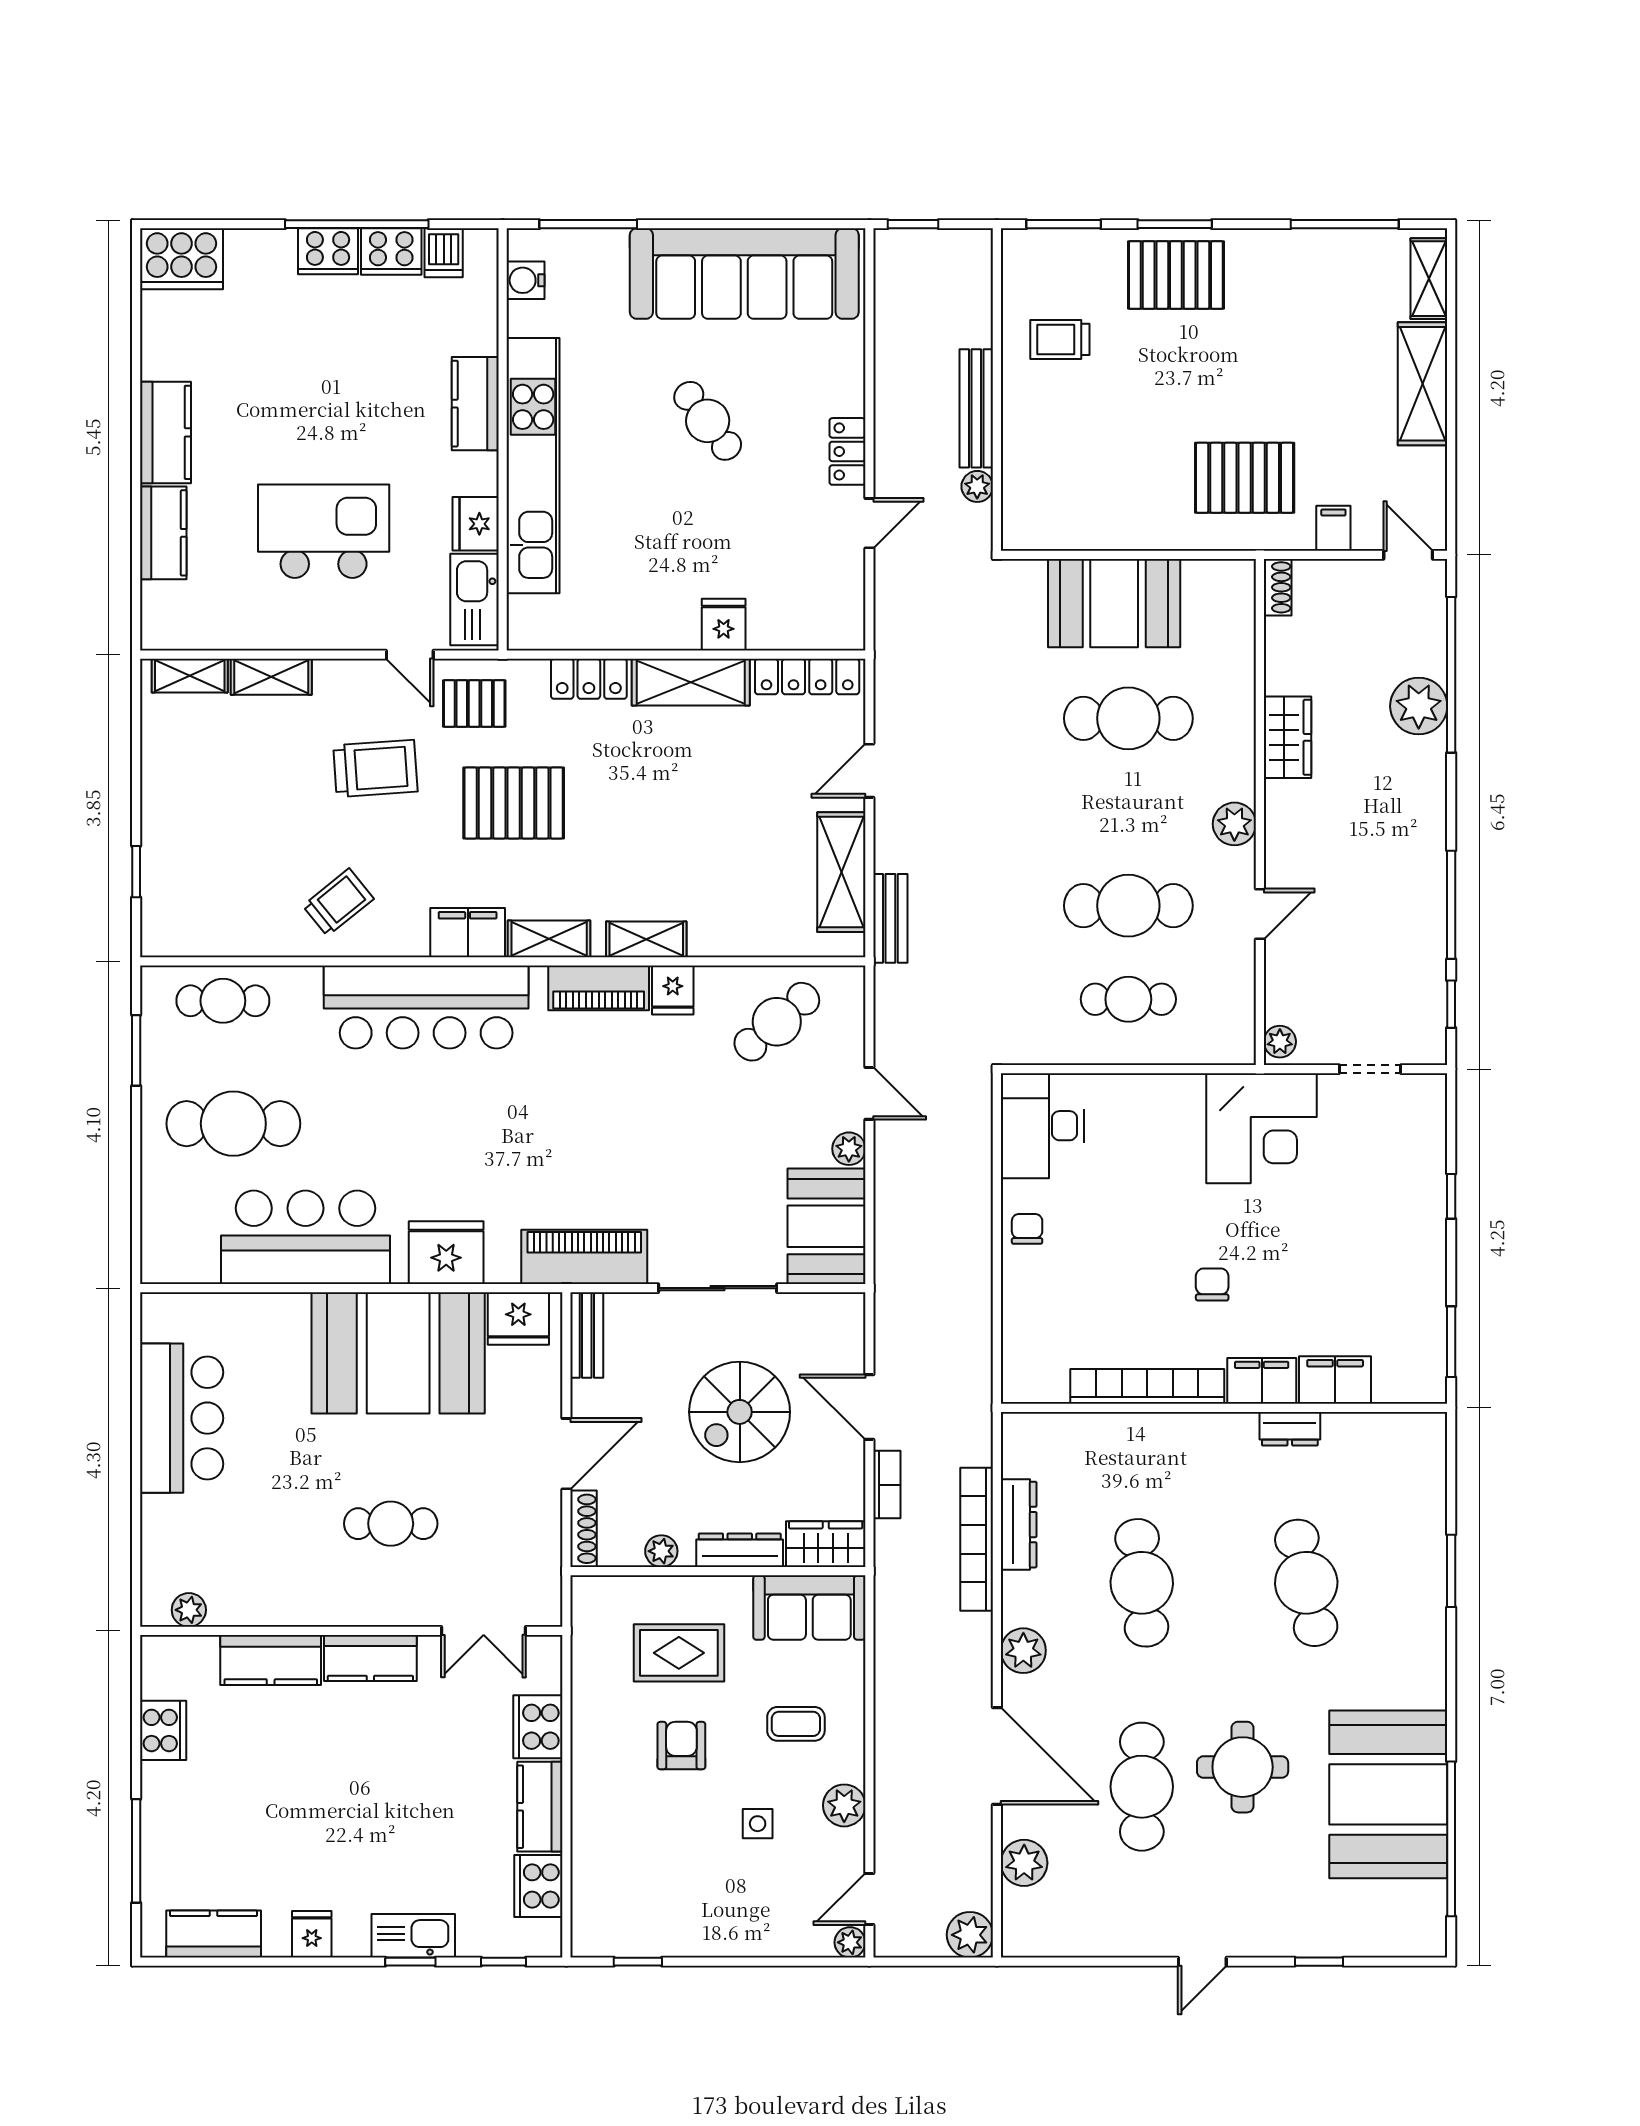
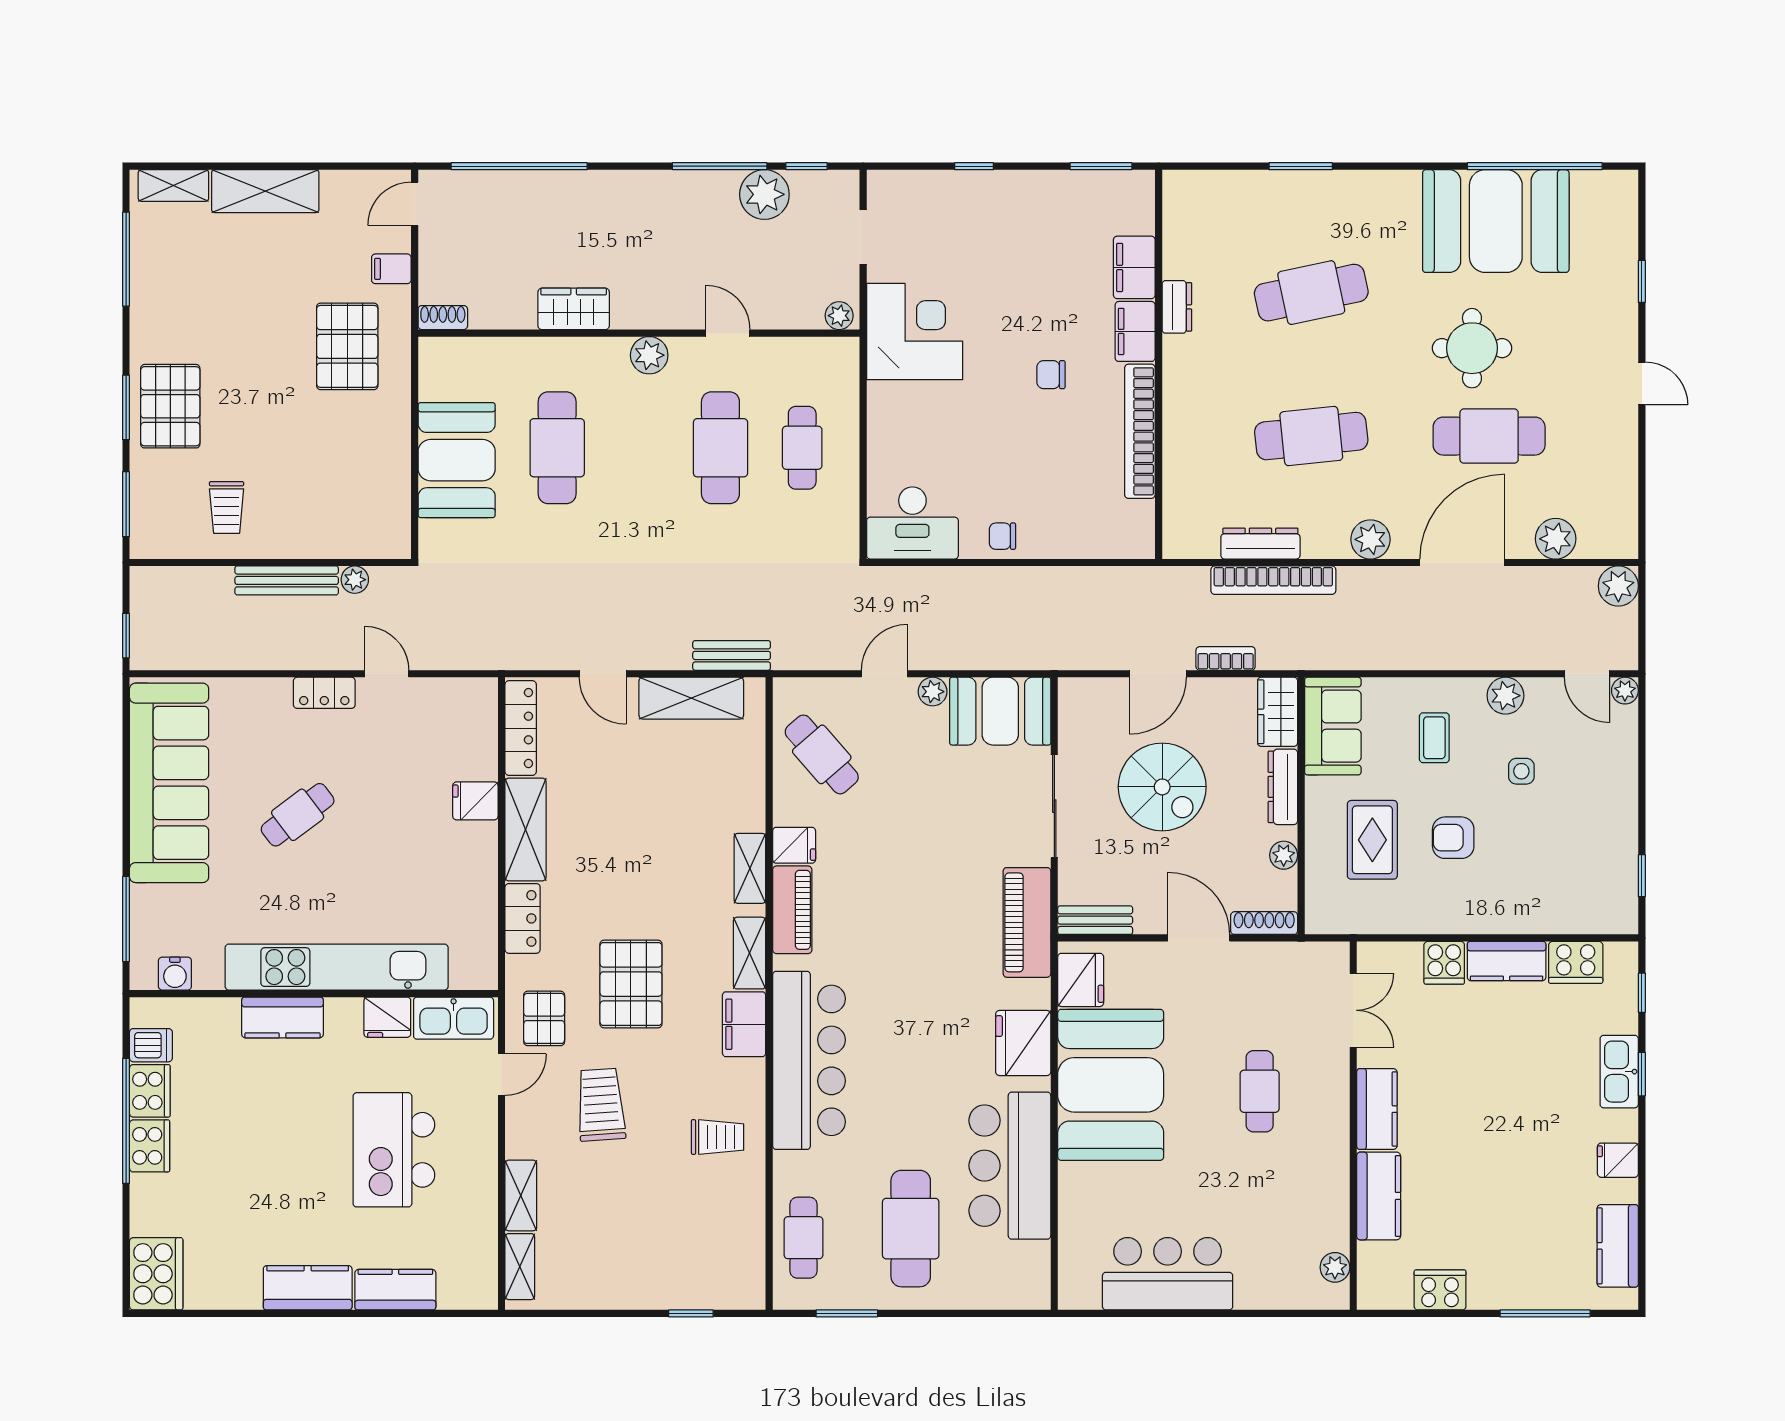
plant: (1419, 706) -> (764, 194), moved
trolley: (338, 902) -> (718, 1137), turned 129
cooker: (538, 1727) -> (1444, 963), width x0.73

